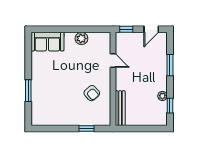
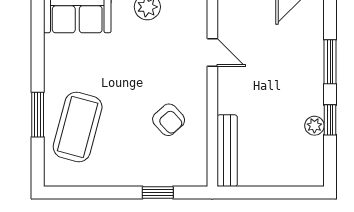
coffee table: (48, 97) -> (78, 127), added
window: (170, 106) -> (330, 120), moved

